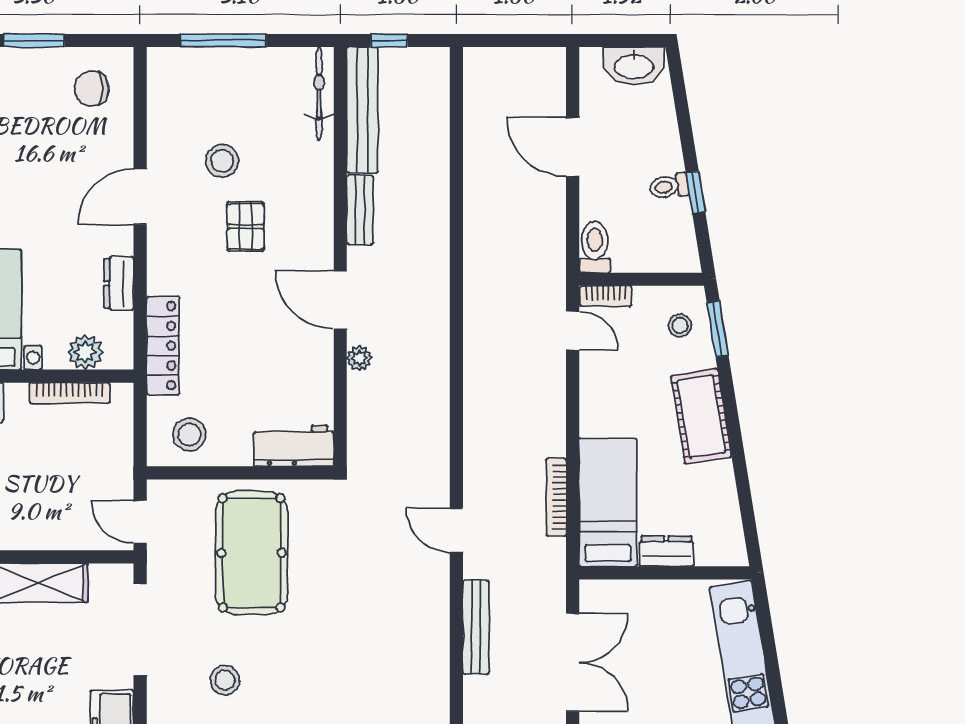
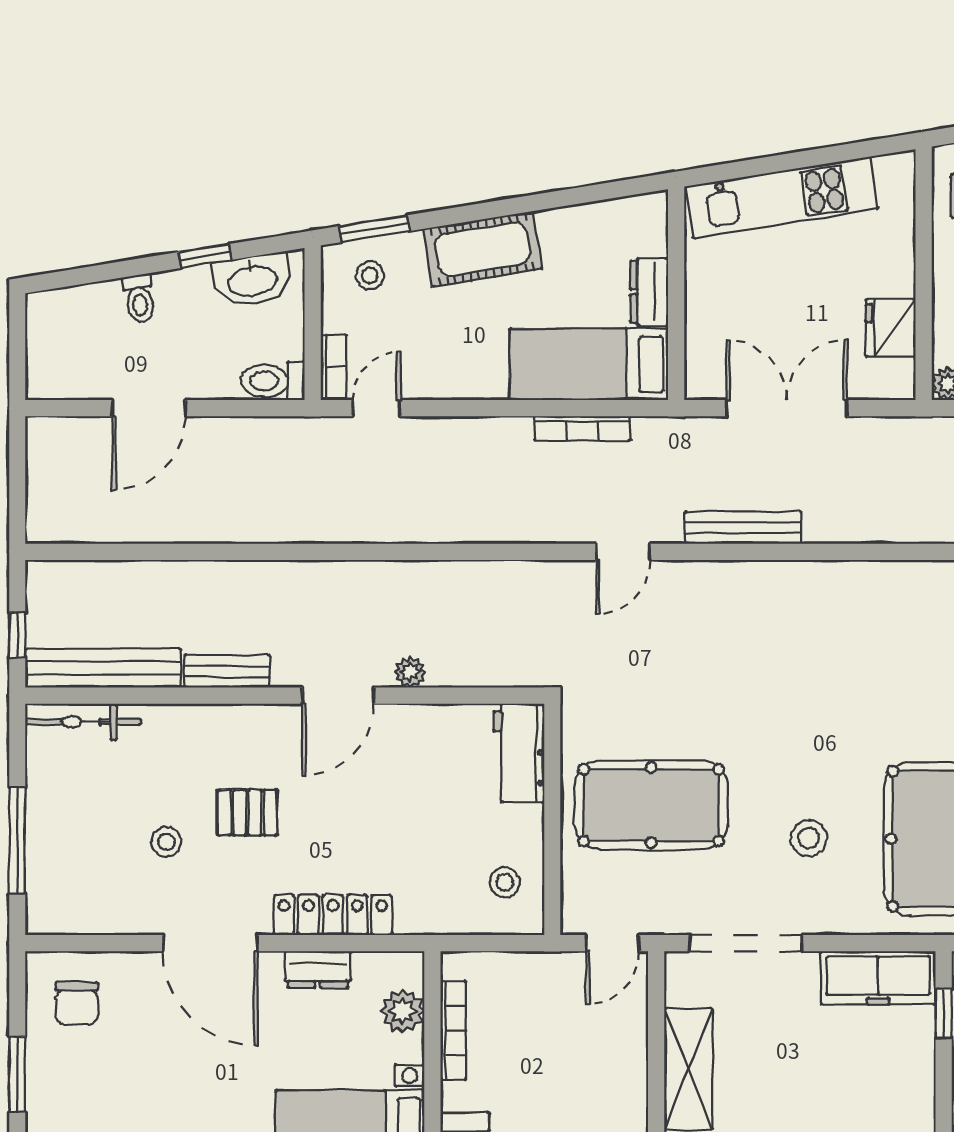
washbasin: (634, 66) -> (253, 280), moved, turned 81
stool: (222, 161) -> (166, 842), width x0.73, depth x0.73
toilet: (669, 186) -> (139, 298), moved
door: (140, 197) -> (210, 943), width x1.36
locker: (163, 346) -> (333, 915), moved
stool: (189, 434) -> (505, 882), width x0.73, depth x0.73

